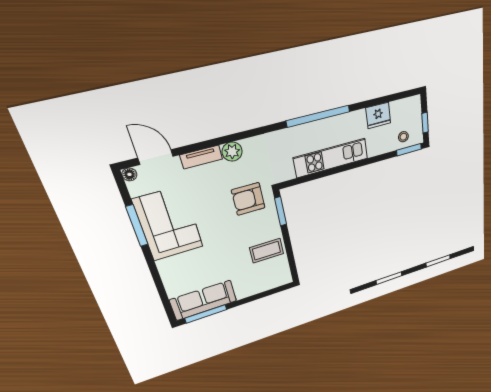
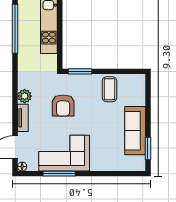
armchair: (248, 199) -> (63, 105), moved
sofa: (204, 300) -> (135, 131), moved
window: (206, 314) -> (148, 148), width x0.69

